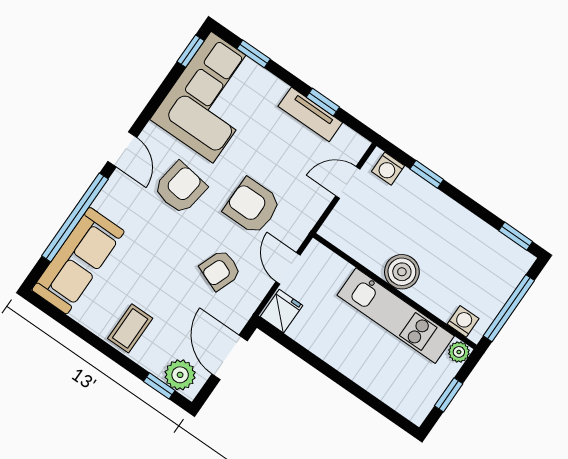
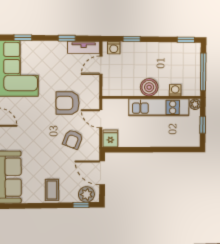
tv unit: (310, 114) -> (84, 47), moved
armchair: (180, 188) -> (32, 116), removed
washing machine: (463, 321) -> (175, 90), moved

